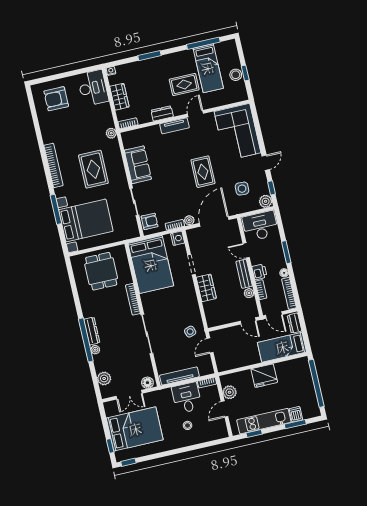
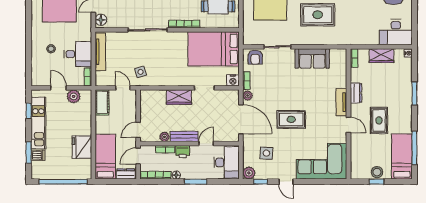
bed: (208, 68) -> (402, 157), moved, turned 90
plant: (111, 133) -> (348, 40), removed
cot: (229, 363) -> (102, 102), added
fridge: (264, 376) -> (82, 147), moved

